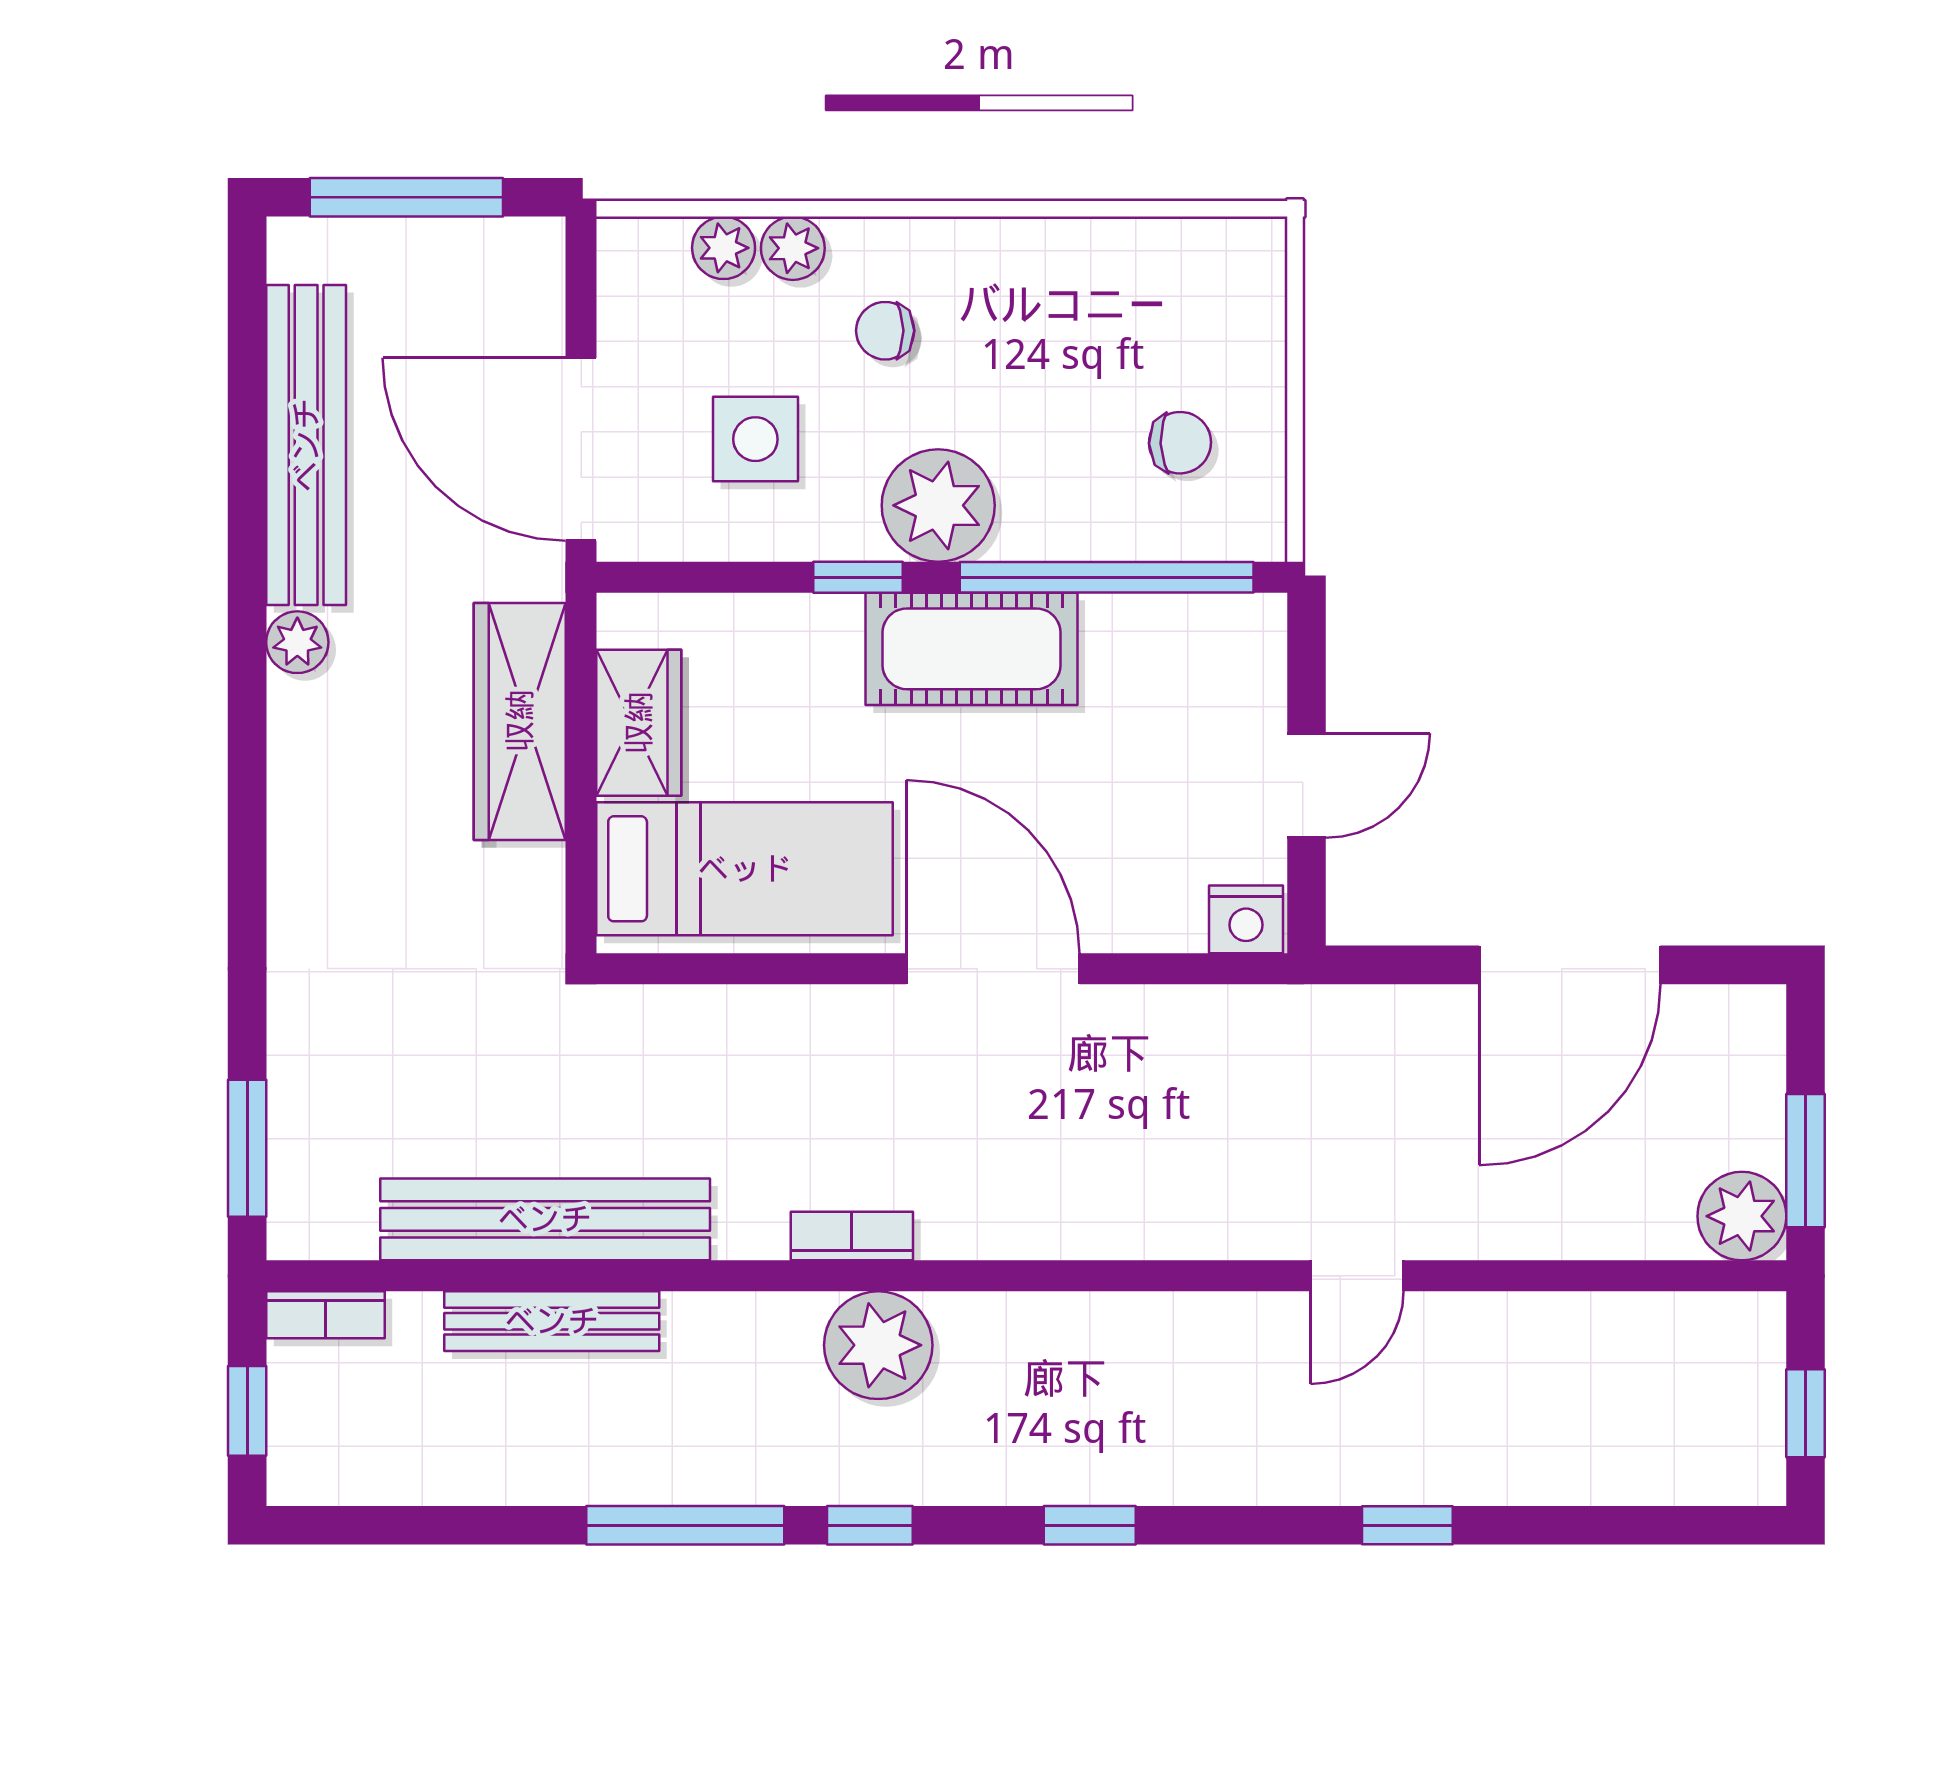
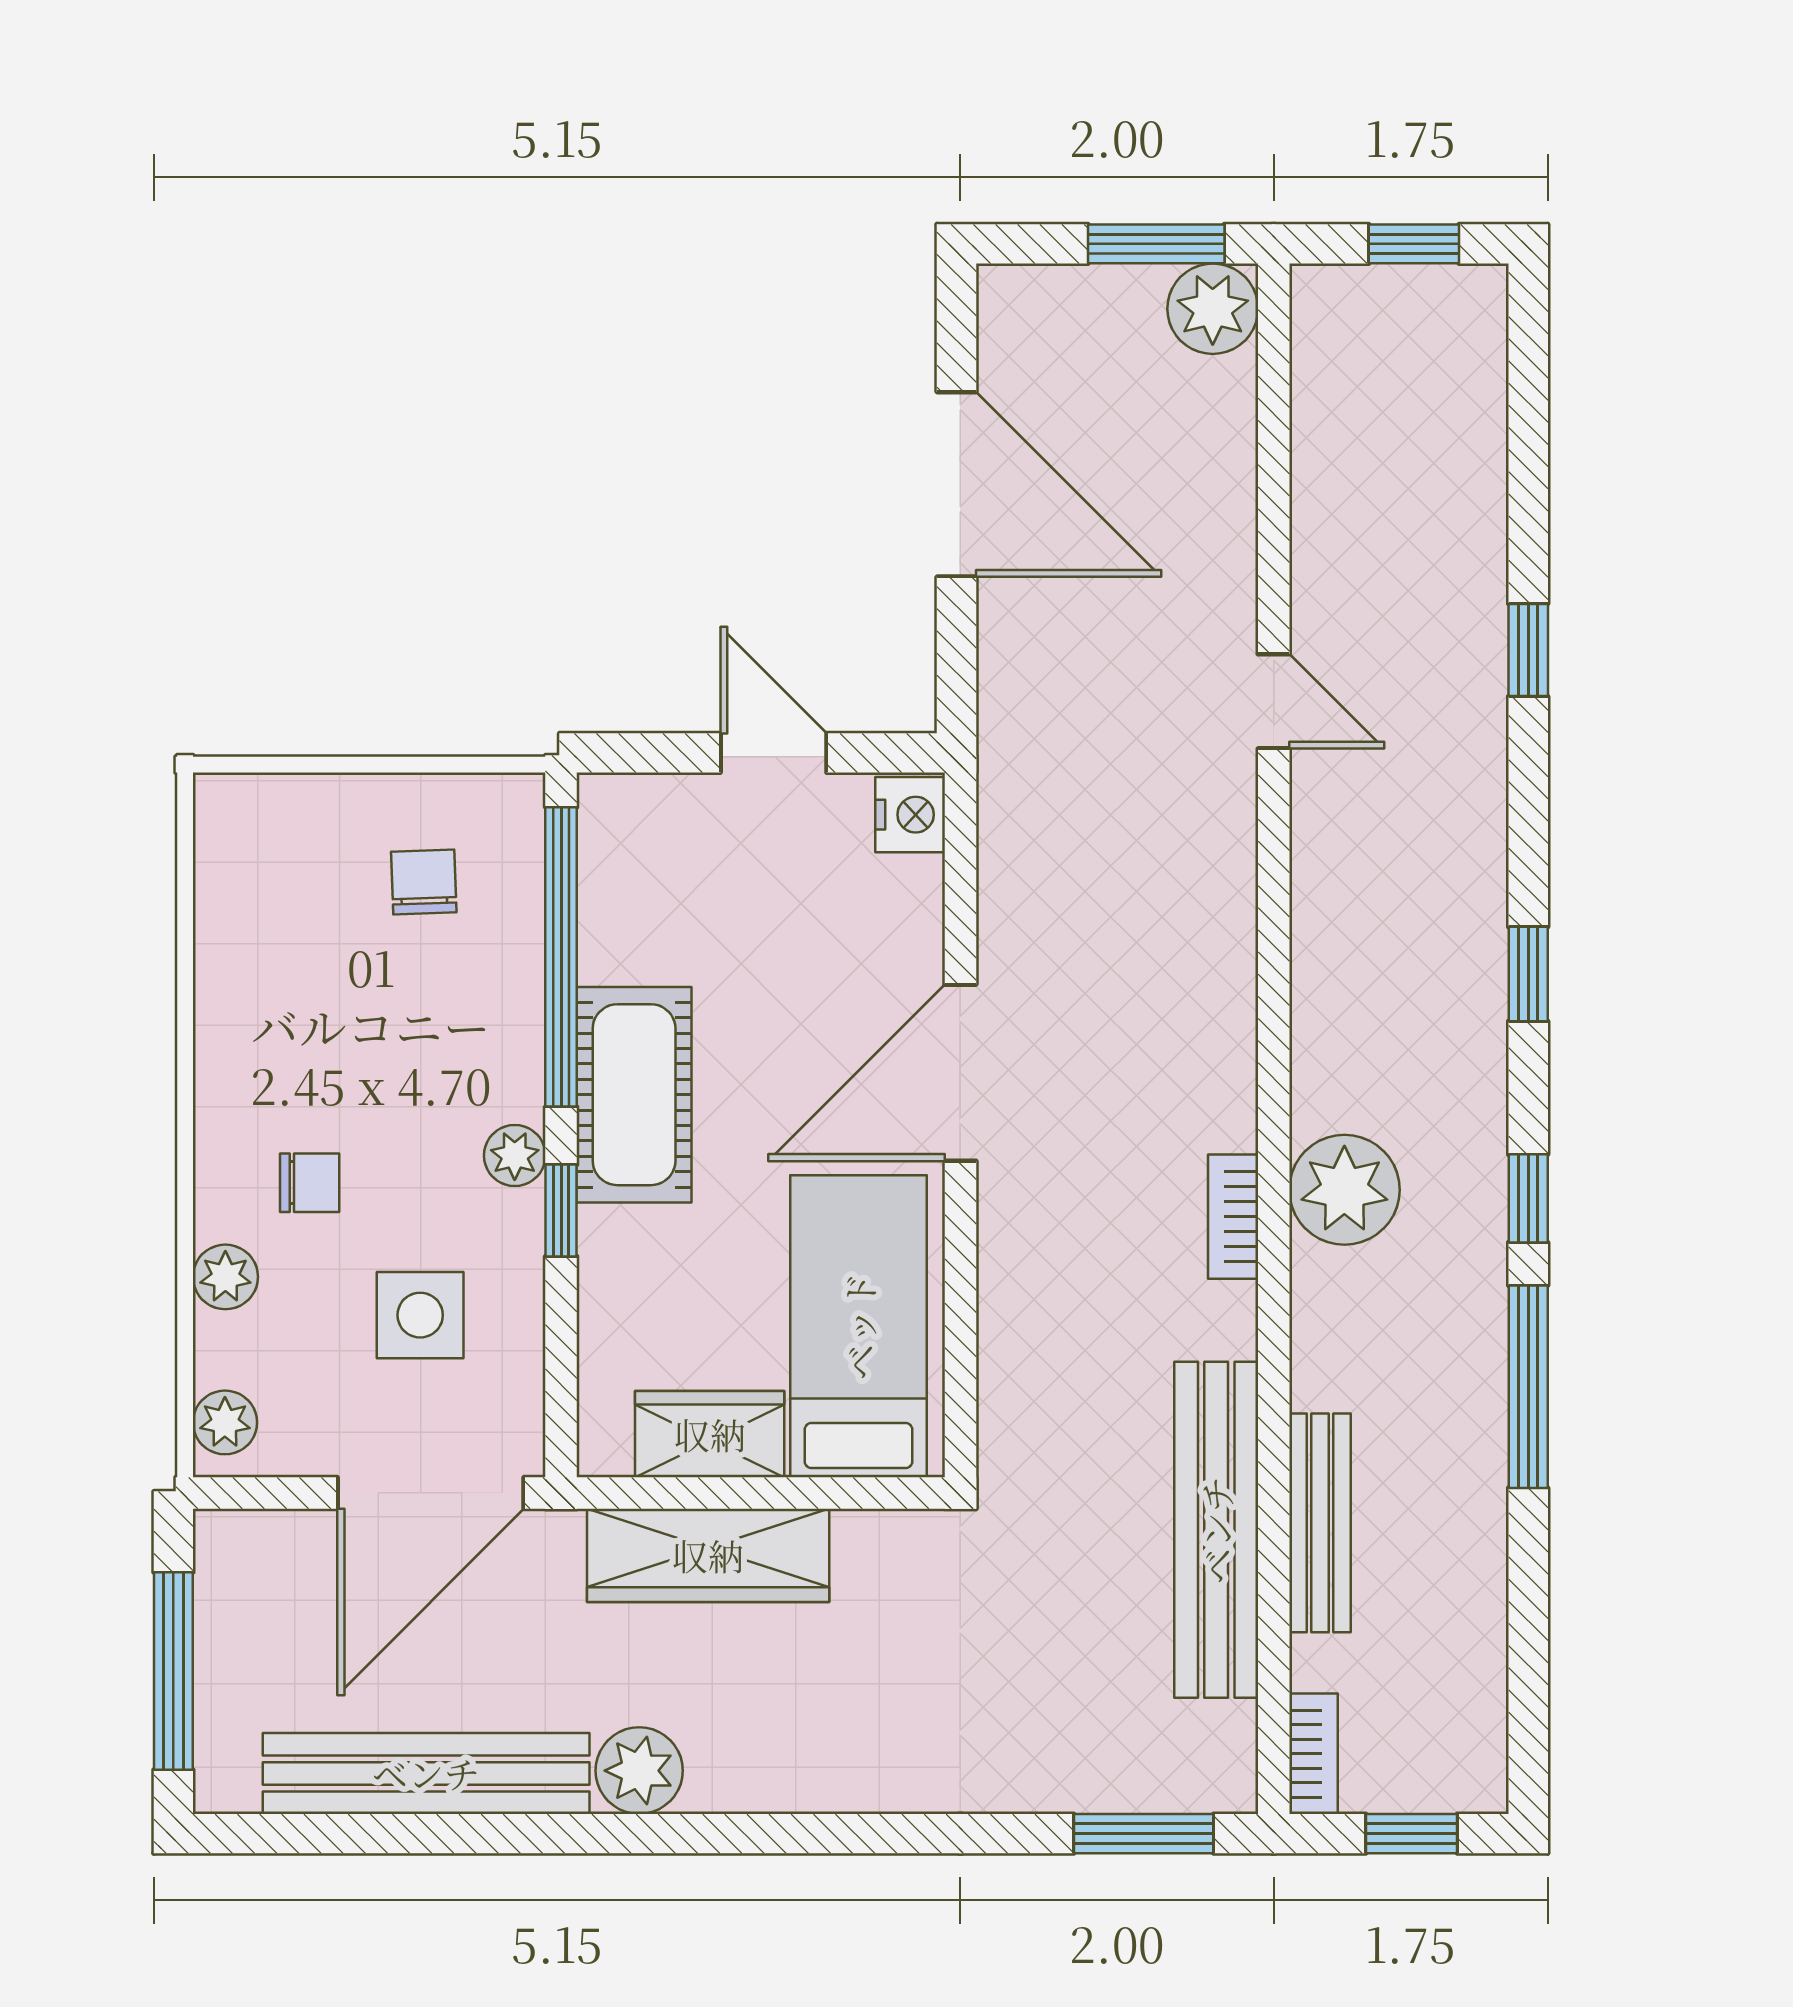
plant: (724, 248) -> (225, 1422), moved
chair: (885, 331) -> (310, 1183), turned -90
plant: (938, 505) -> (515, 1156), width x0.53, depth x0.53
plant: (297, 642) -> (639, 1771), width x1.38, depth x1.38

